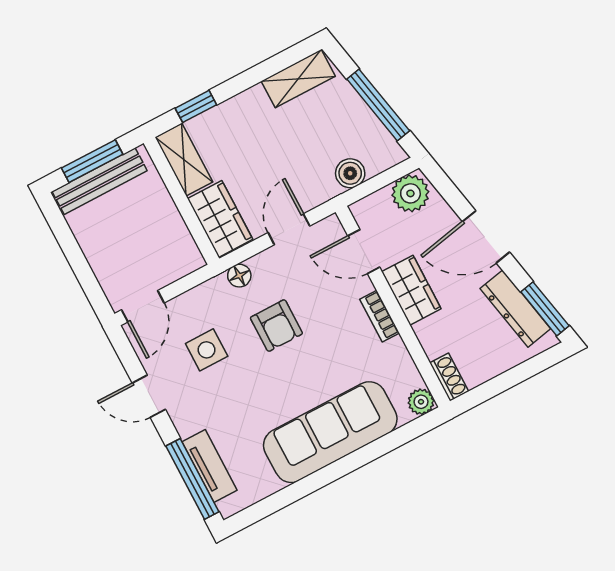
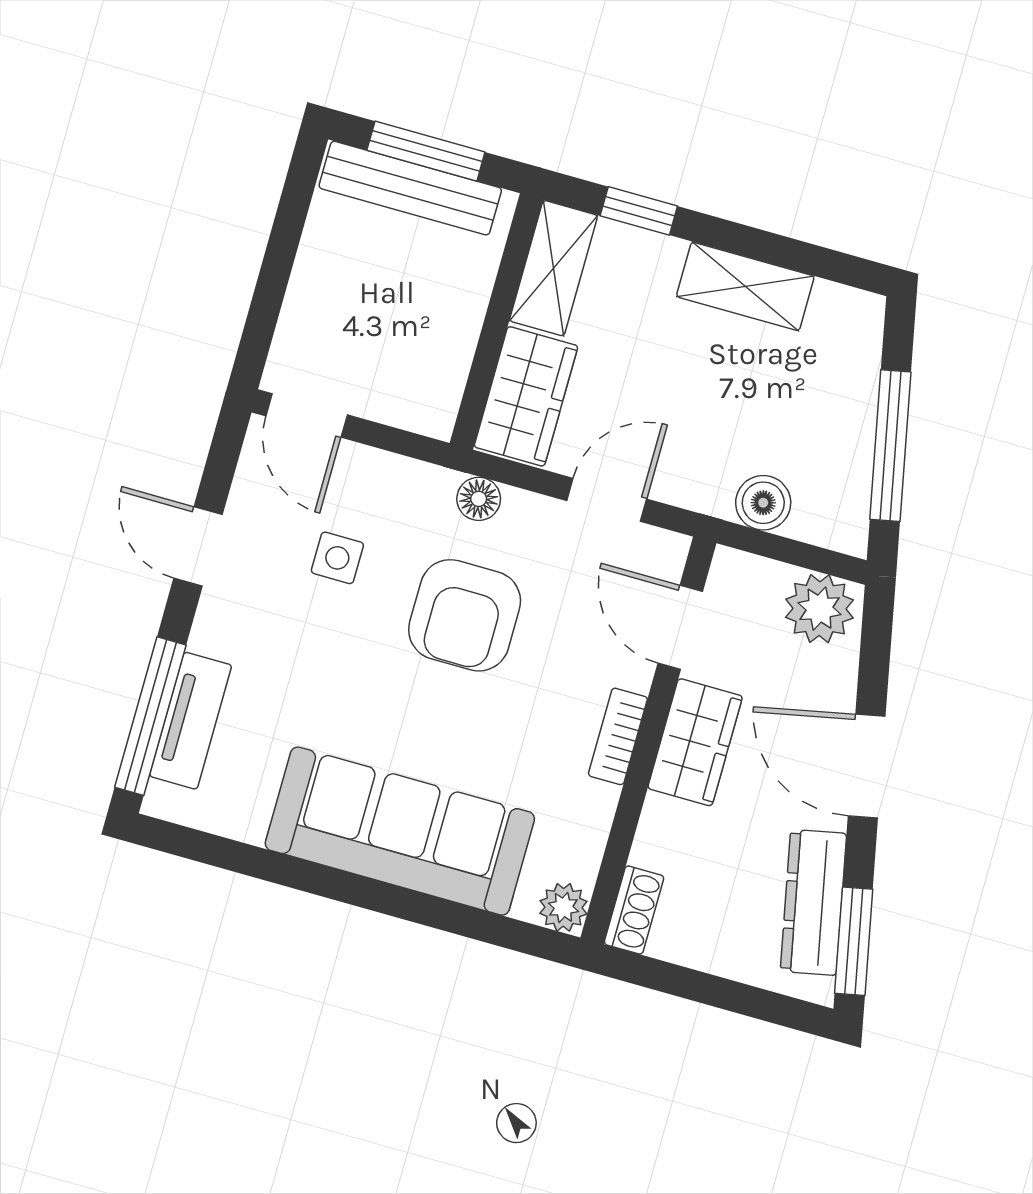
shelving: (298, 79) -> (745, 286), moved
door: (143, 306) -> (307, 415), hinge flipped
armchair: (276, 326) -> (465, 615), width x1.38, depth x1.38
side table: (207, 350) -> (337, 558), width x0.73, depth x0.73

